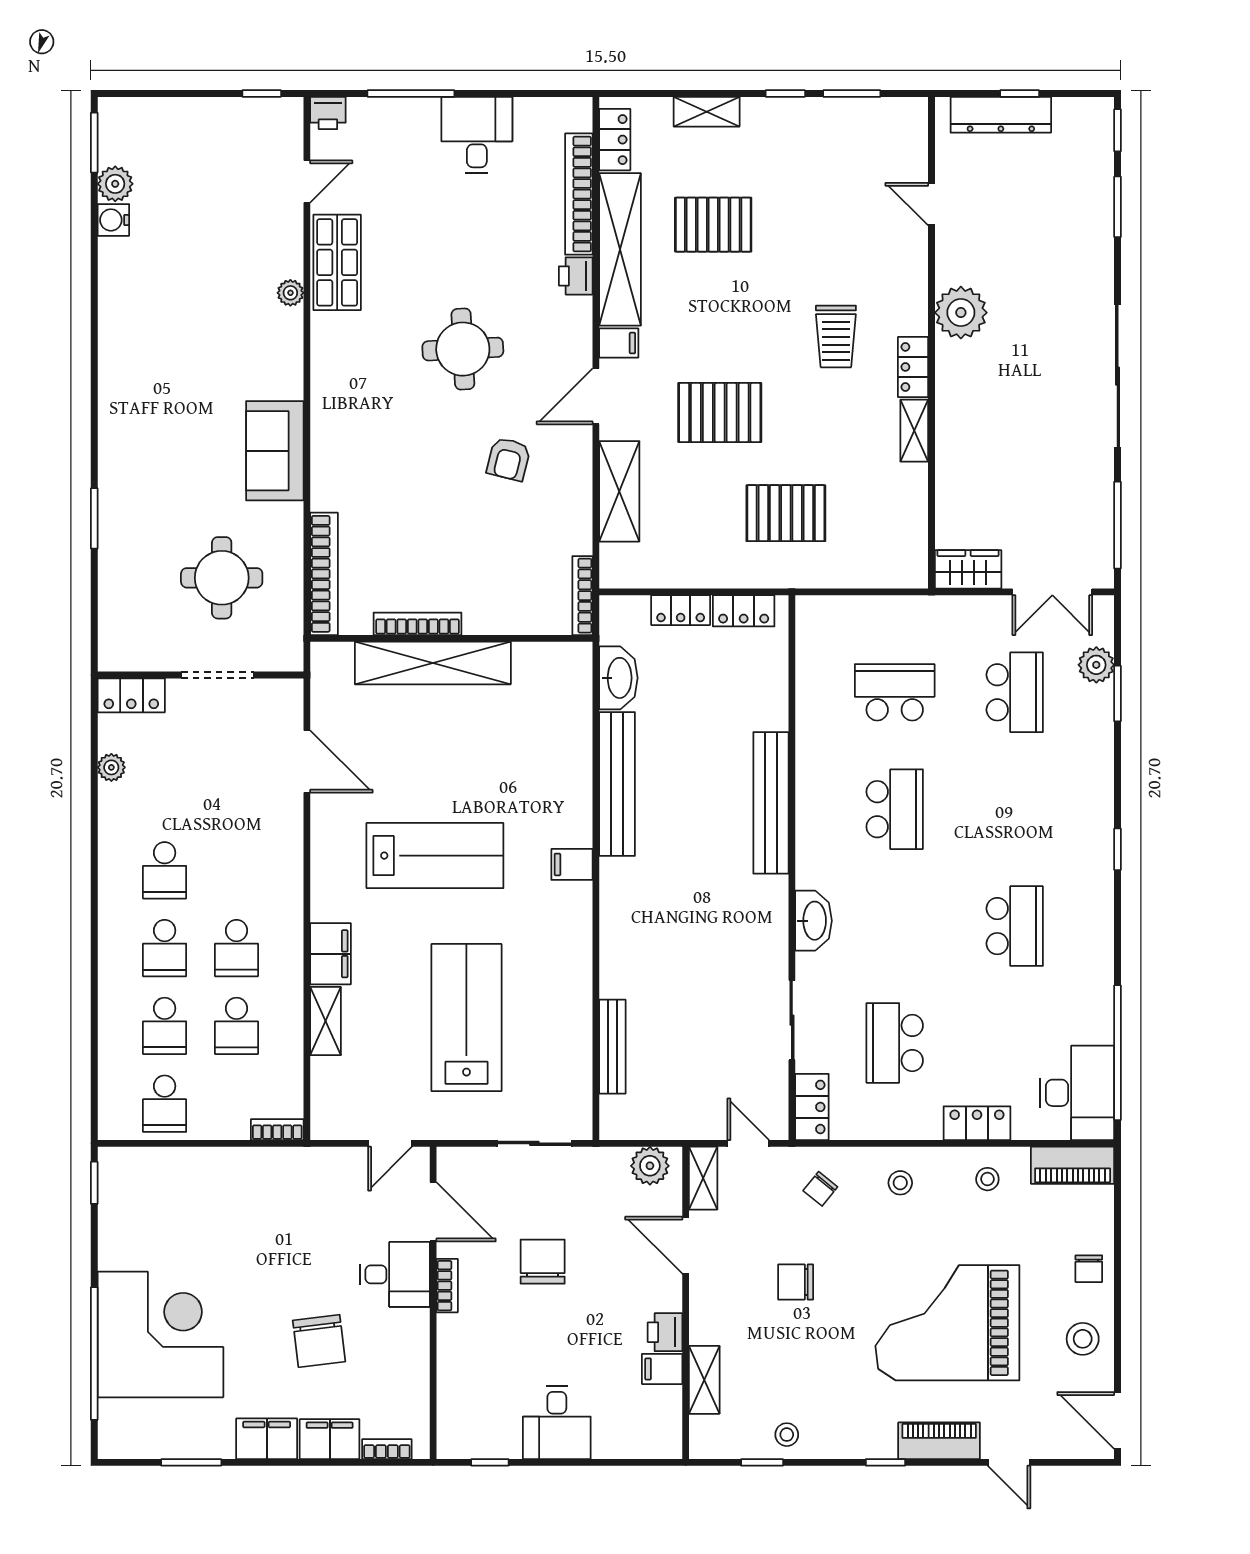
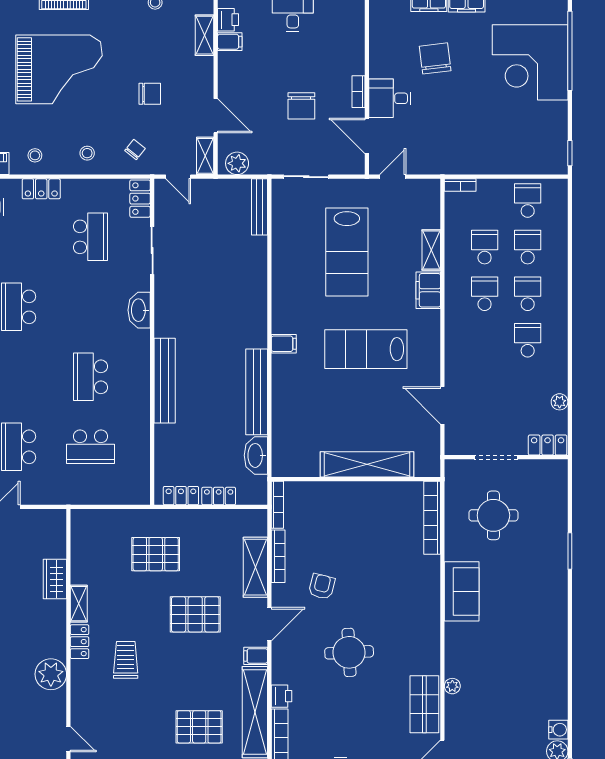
wardrobe: (968, 569) -> (55, 579), moved, turned 90
bookcase: (418, 624) -> (278, 556), moved, turned -90
bench: (612, 1047) -> (260, 207), moved
printer: (665, 1332) -> (228, 20), moved

